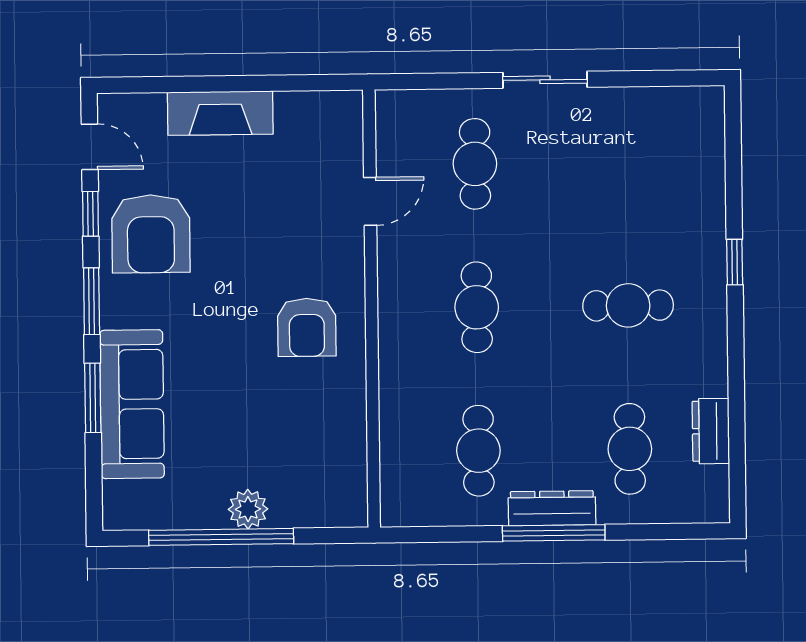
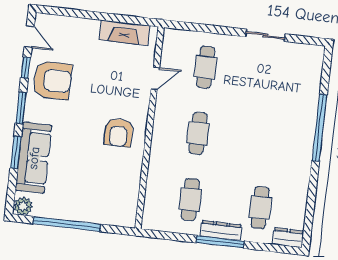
sliding door: (545, 80) -> (265, 35), moved
fireplace: (220, 113) -> (124, 33), moved
armchair: (151, 234) -> (52, 80), turned -90
window: (735, 262) -> (319, 128), width x3.17
cafe table: (628, 305) -> (268, 141), removed
dresser: (711, 431) -> (288, 238), moved, turned 90
plant: (248, 509) -> (23, 206), moved

